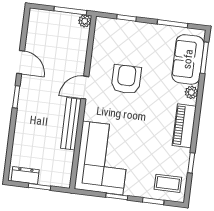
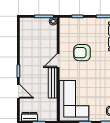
door: (21, 62) -> (18, 91), moved
armchair: (126, 79) -> (82, 53), turned -90

